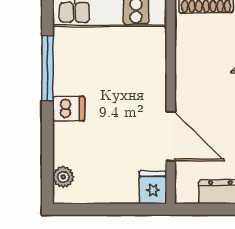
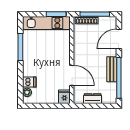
dishwasher: (69, 109) -> (29, 82), moved

